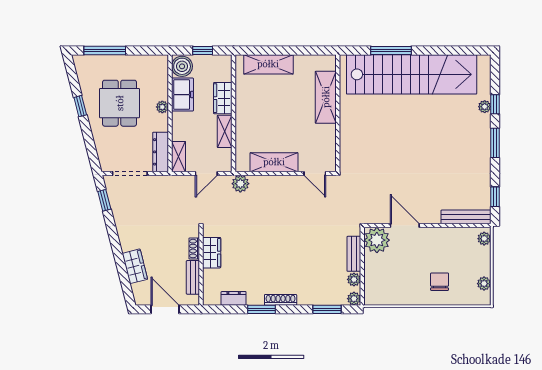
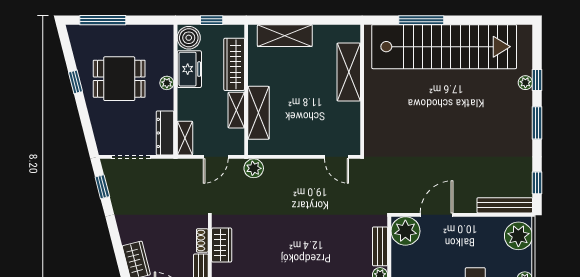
wardrobe: (223, 98) -> (234, 64), width x1.50
dining table: (120, 103) -> (119, 79), turned 90
shelving: (274, 162) -> (259, 113), moved, turned 90
door: (405, 226) -> (437, 215), hinge flipped
plant: (484, 239) -> (518, 236), width x1.88, depth x1.88

